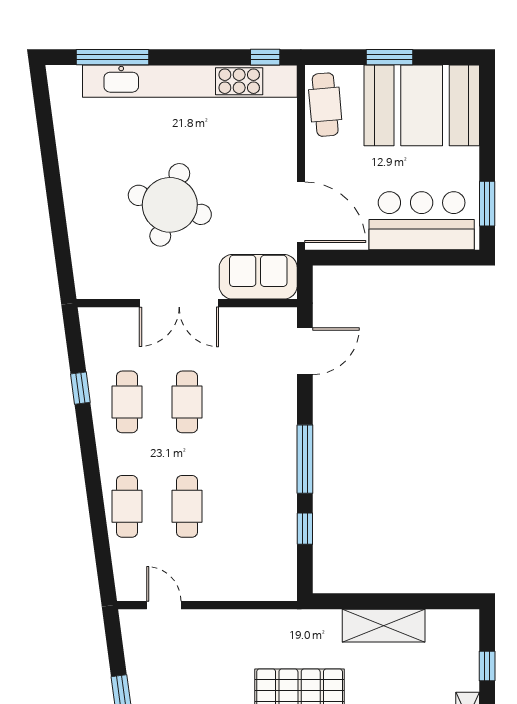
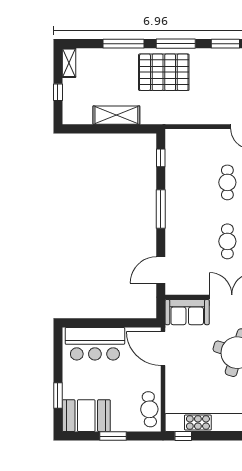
booth: (422, 105) -> (86, 416), width x0.73, depth x0.70
window: (487, 204) -> (58, 395), moved
window: (305, 529) -> (161, 158), moved

